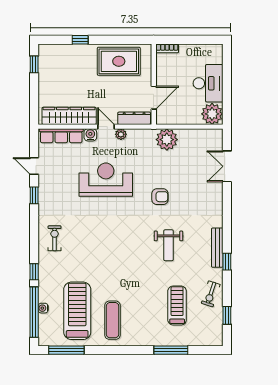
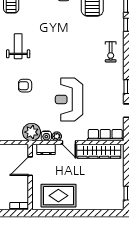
window: (80, 40) -> (90, 213), removed
dresser: (134, 118) -> (46, 149), width x0.70
water cooler: (90, 135) -> (46, 136), moved
plant: (167, 140) -> (32, 132), moved
reception desk: (106, 180) -> (69, 99), turned 90

